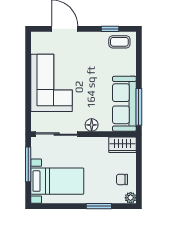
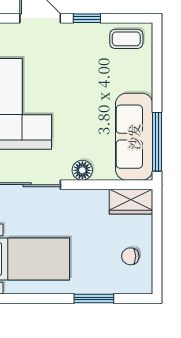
window: (110, 29) -> (87, 18), moved
plant: (131, 198) -> (144, 285), removed

